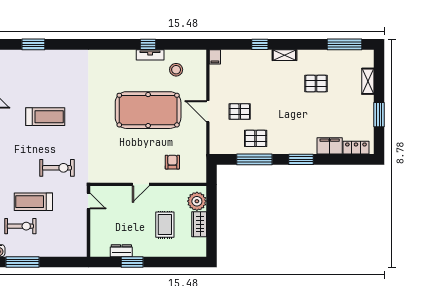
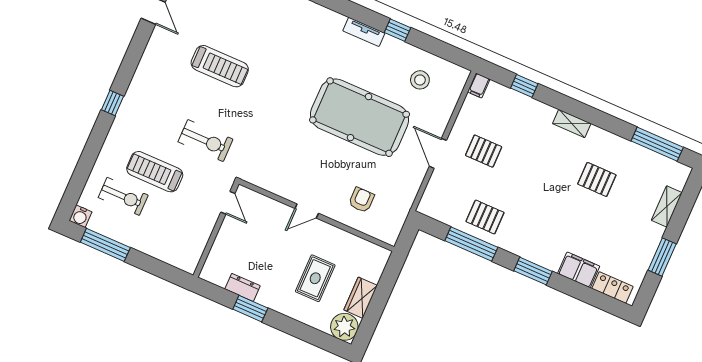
window: (260, 44) -> (524, 86), moved
tv unit: (150, 55) -> (364, 32), moved
pallet: (240, 112) -> (484, 151), moved
plant: (197, 201) -> (344, 327), moved

